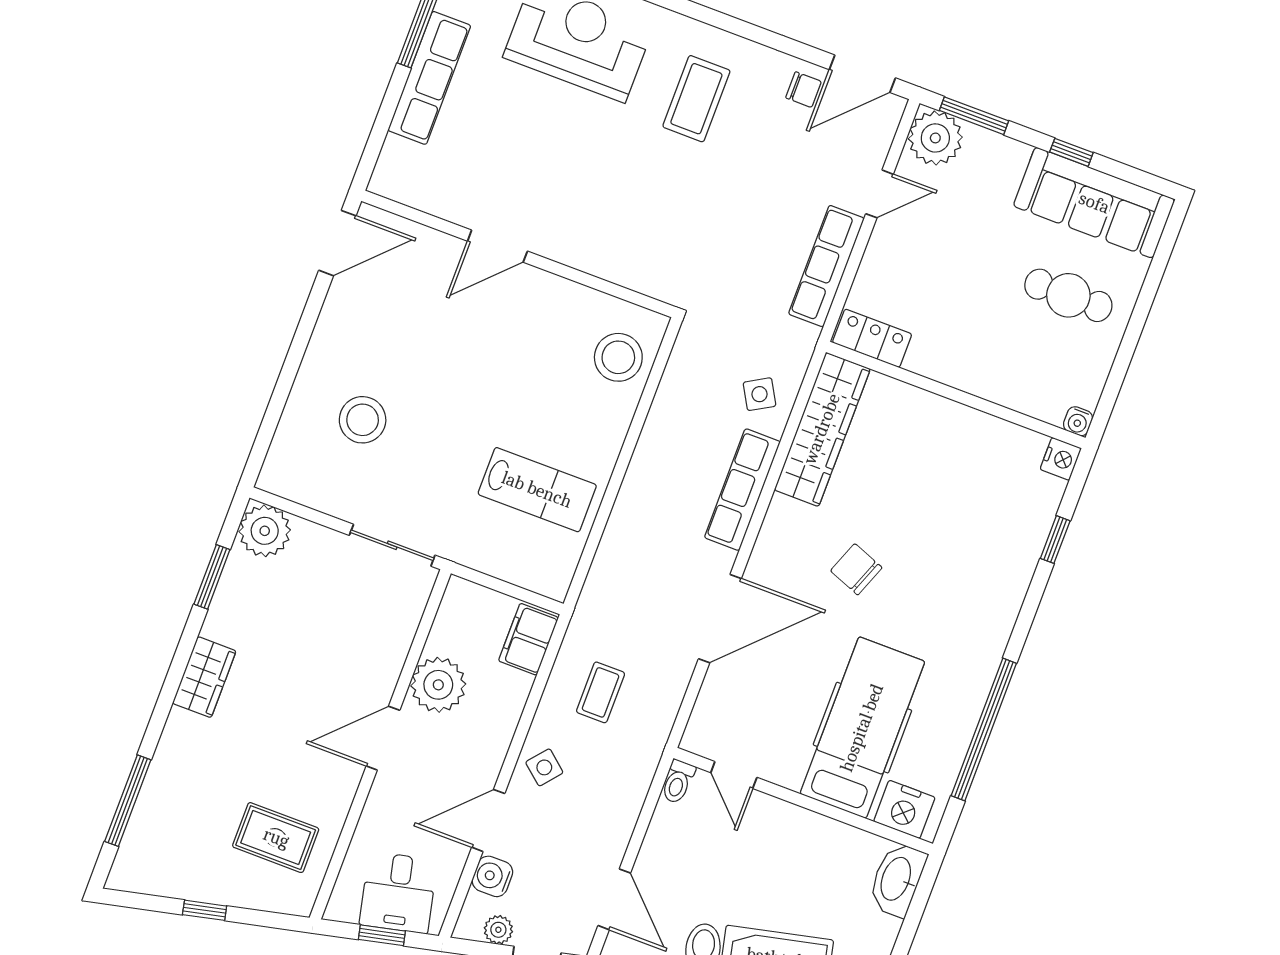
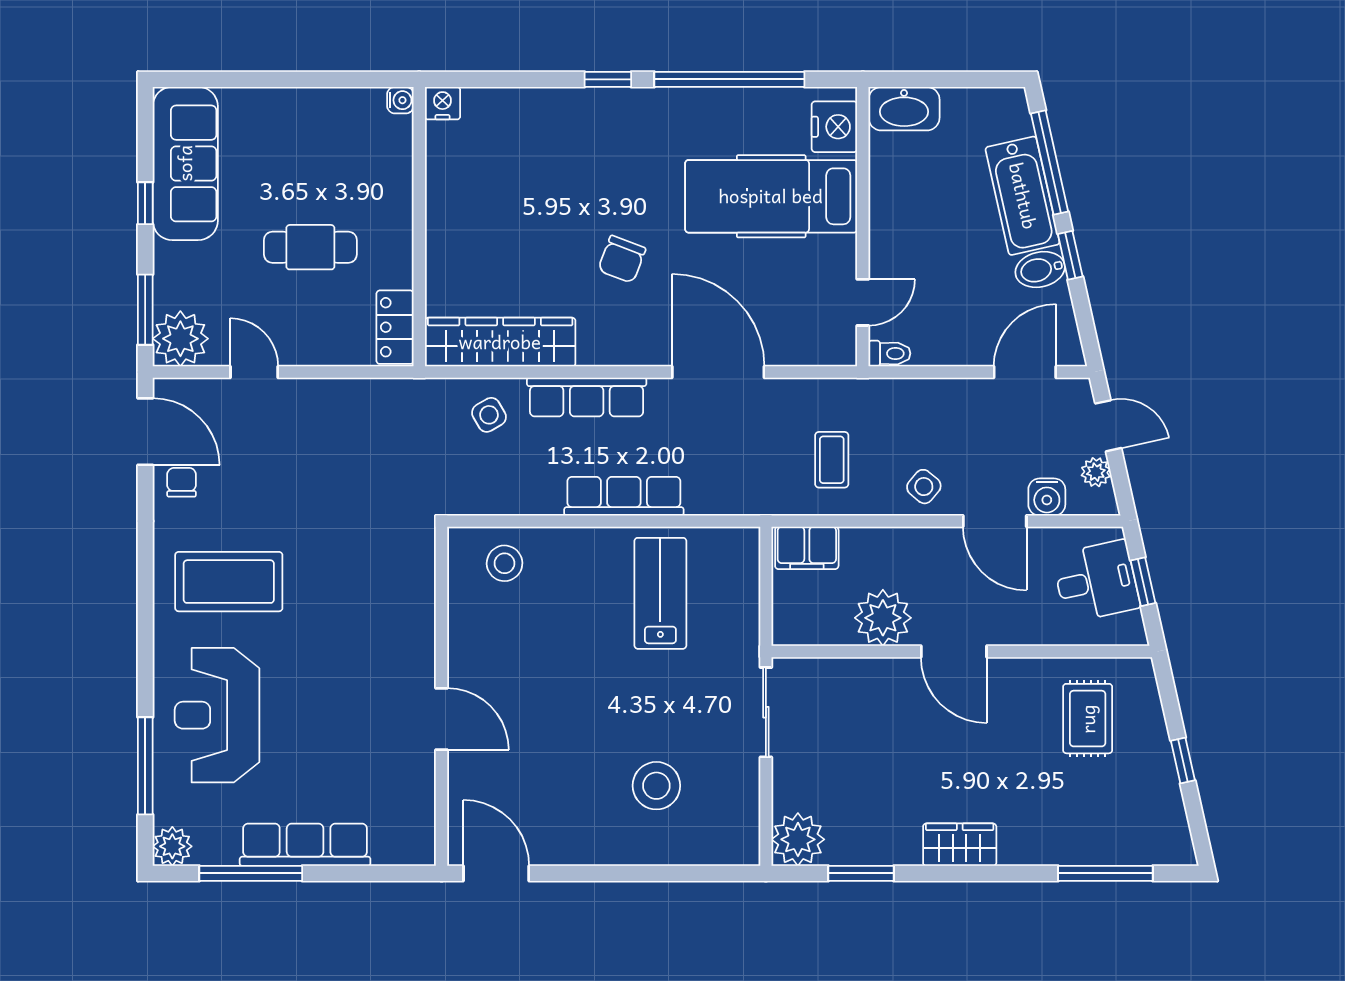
coffee table: (696, 99) -> (229, 582), width x1.36, depth x1.32
row of seats: (826, 266) -> (624, 496), moved, turned 180
cafe table: (1068, 295) -> (310, 247), moved, turned 90
stool: (618, 357) -> (505, 563), width x0.73, depth x0.73
window: (1055, 540) -> (608, 79), moved
coffee table: (601, 692) -> (832, 460), turned 90

